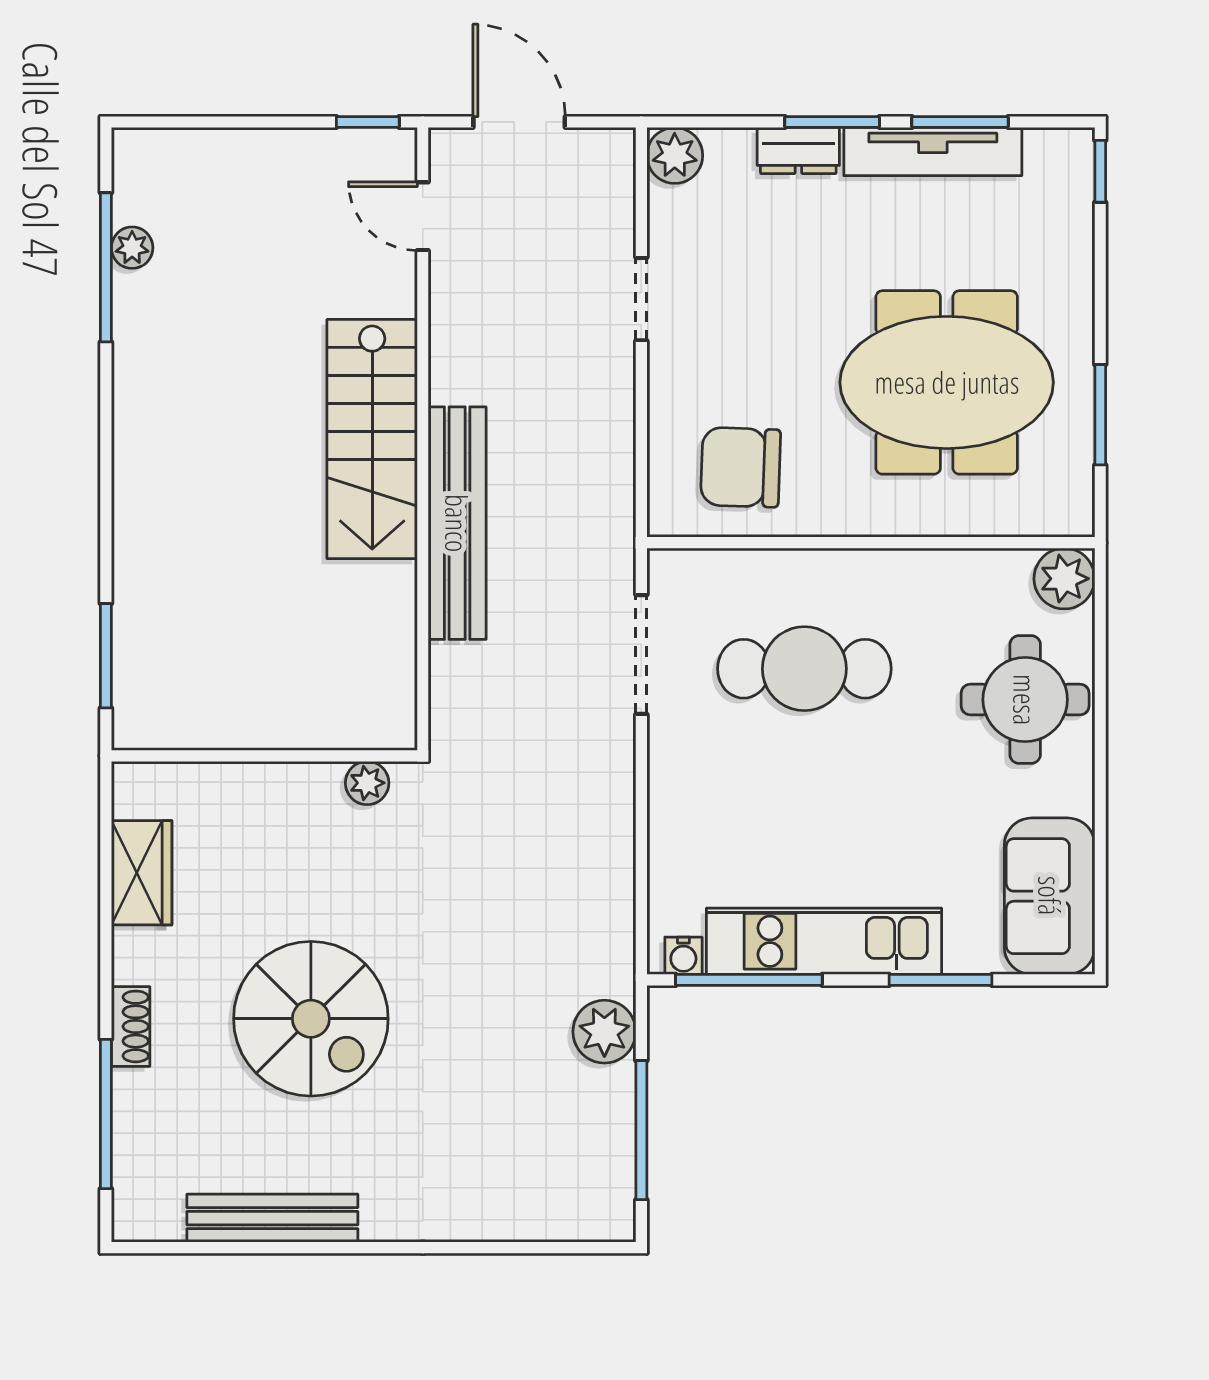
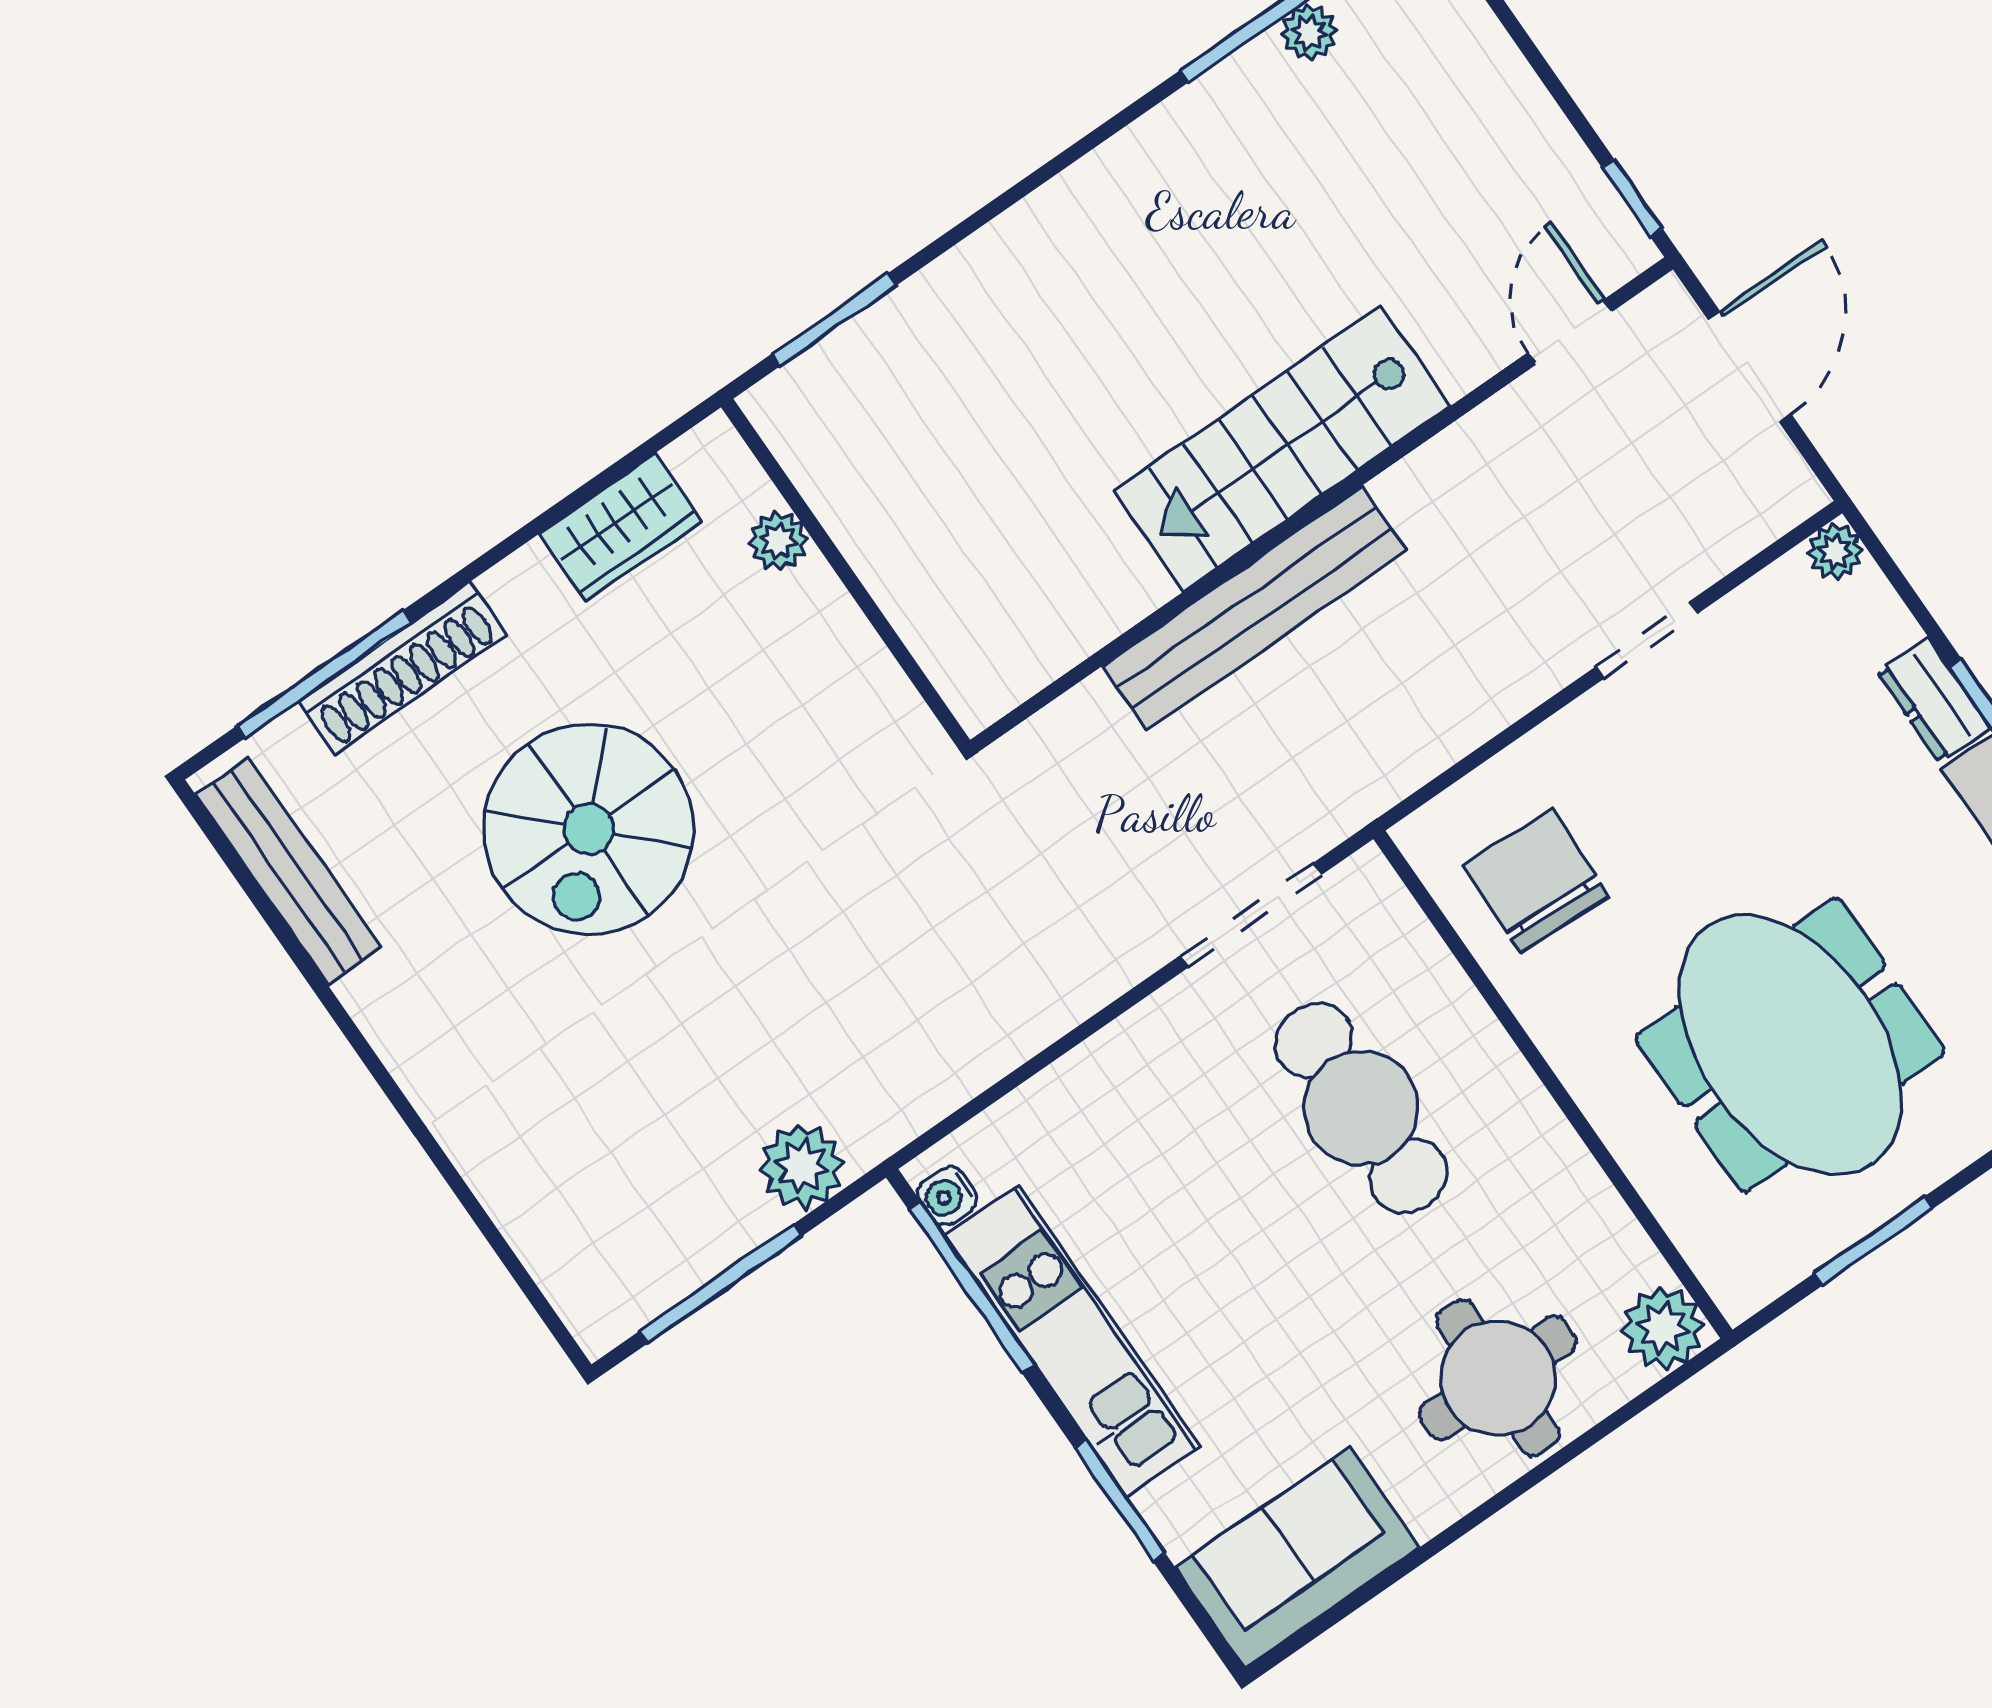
plant: (675, 155) -> (1835, 552), width x0.73, depth x0.73
plant: (367, 783) -> (778, 541), moved
shoe rack: (131, 1026) -> (402, 668), width x1.94, depth x1.24
bench: (272, 1218) -> (288, 871), moved

